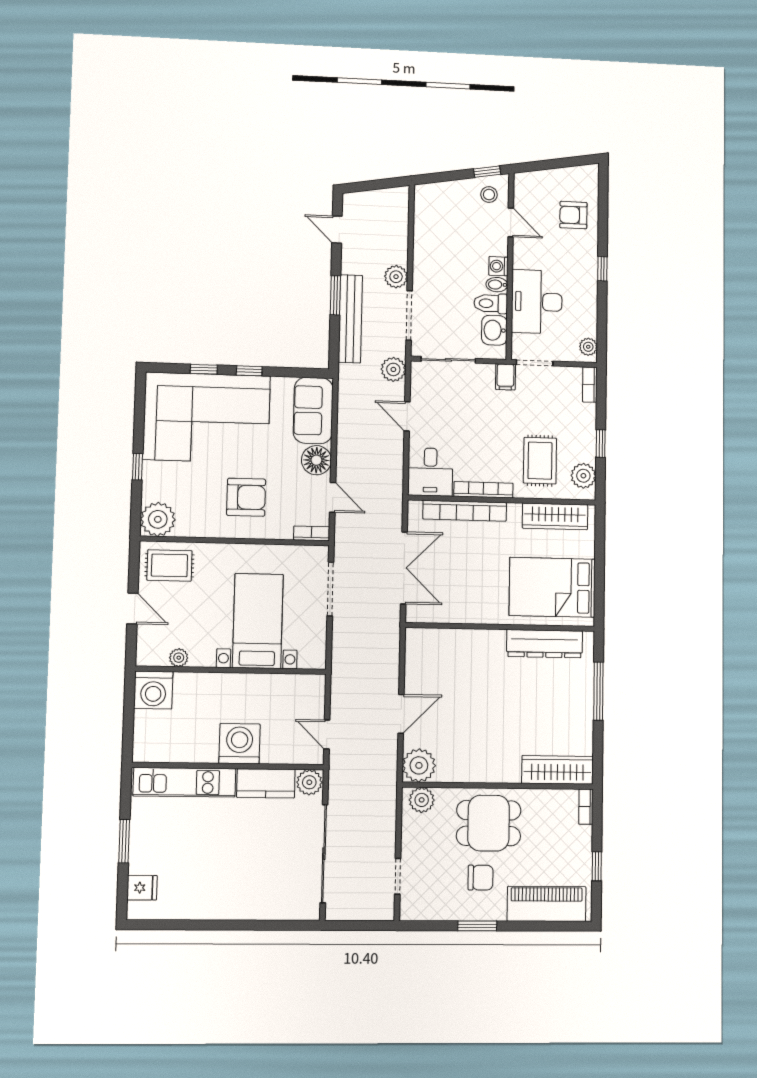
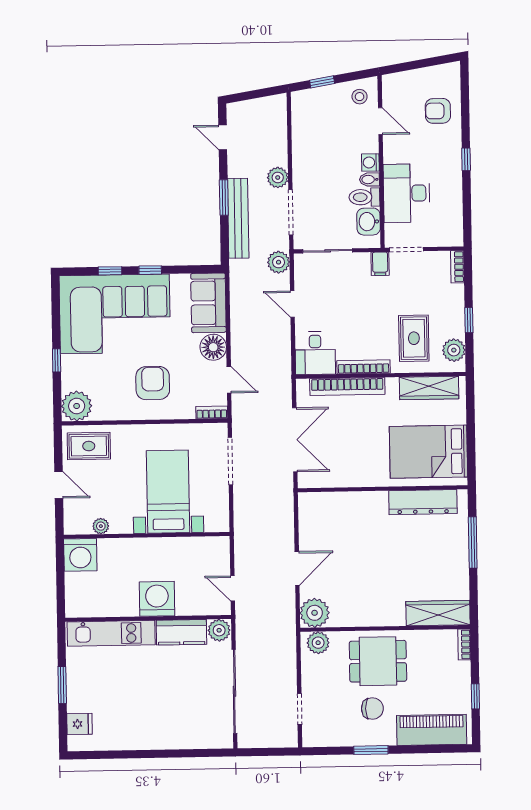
window: (487, 172) -> (322, 82), moved
plant: (588, 347) -> (455, 232), removed
armchair: (246, 497) -> (153, 383), turned -90

